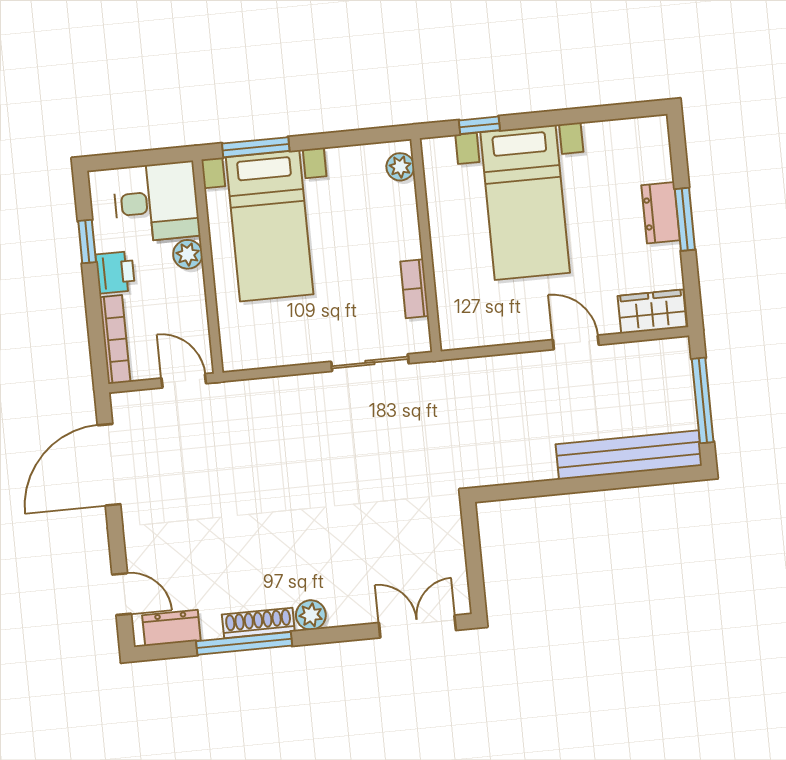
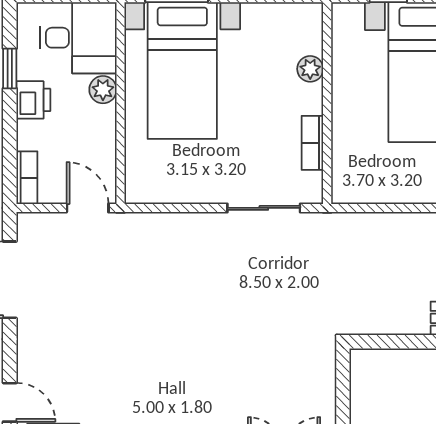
plant: (400, 167) -> (310, 69), moved
bookcase: (115, 339) -> (27, 178), width x0.64

